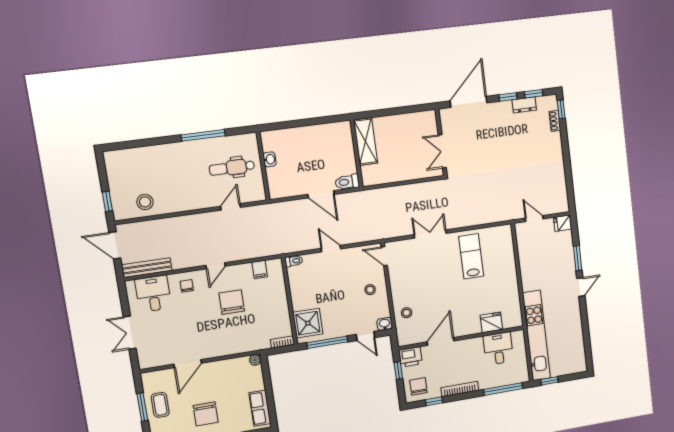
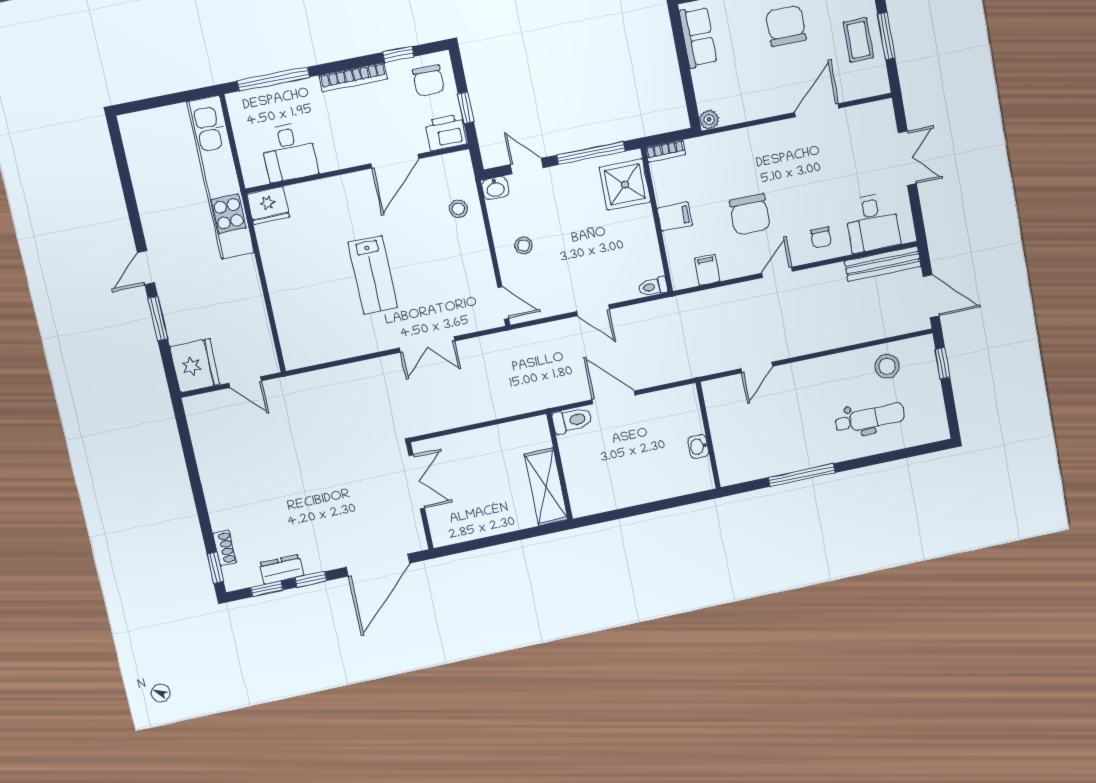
dental chair: (232, 168) -> (870, 418), moved
fridge: (563, 223) -> (195, 366), width x1.88, depth x1.34
lab bench: (471, 256) -> (373, 275), moved
filing cabinet: (278, 303) -> (675, 217), added
fridge: (491, 322) -> (268, 206), moved
window: (549, 381) -> (188, 96), removed

